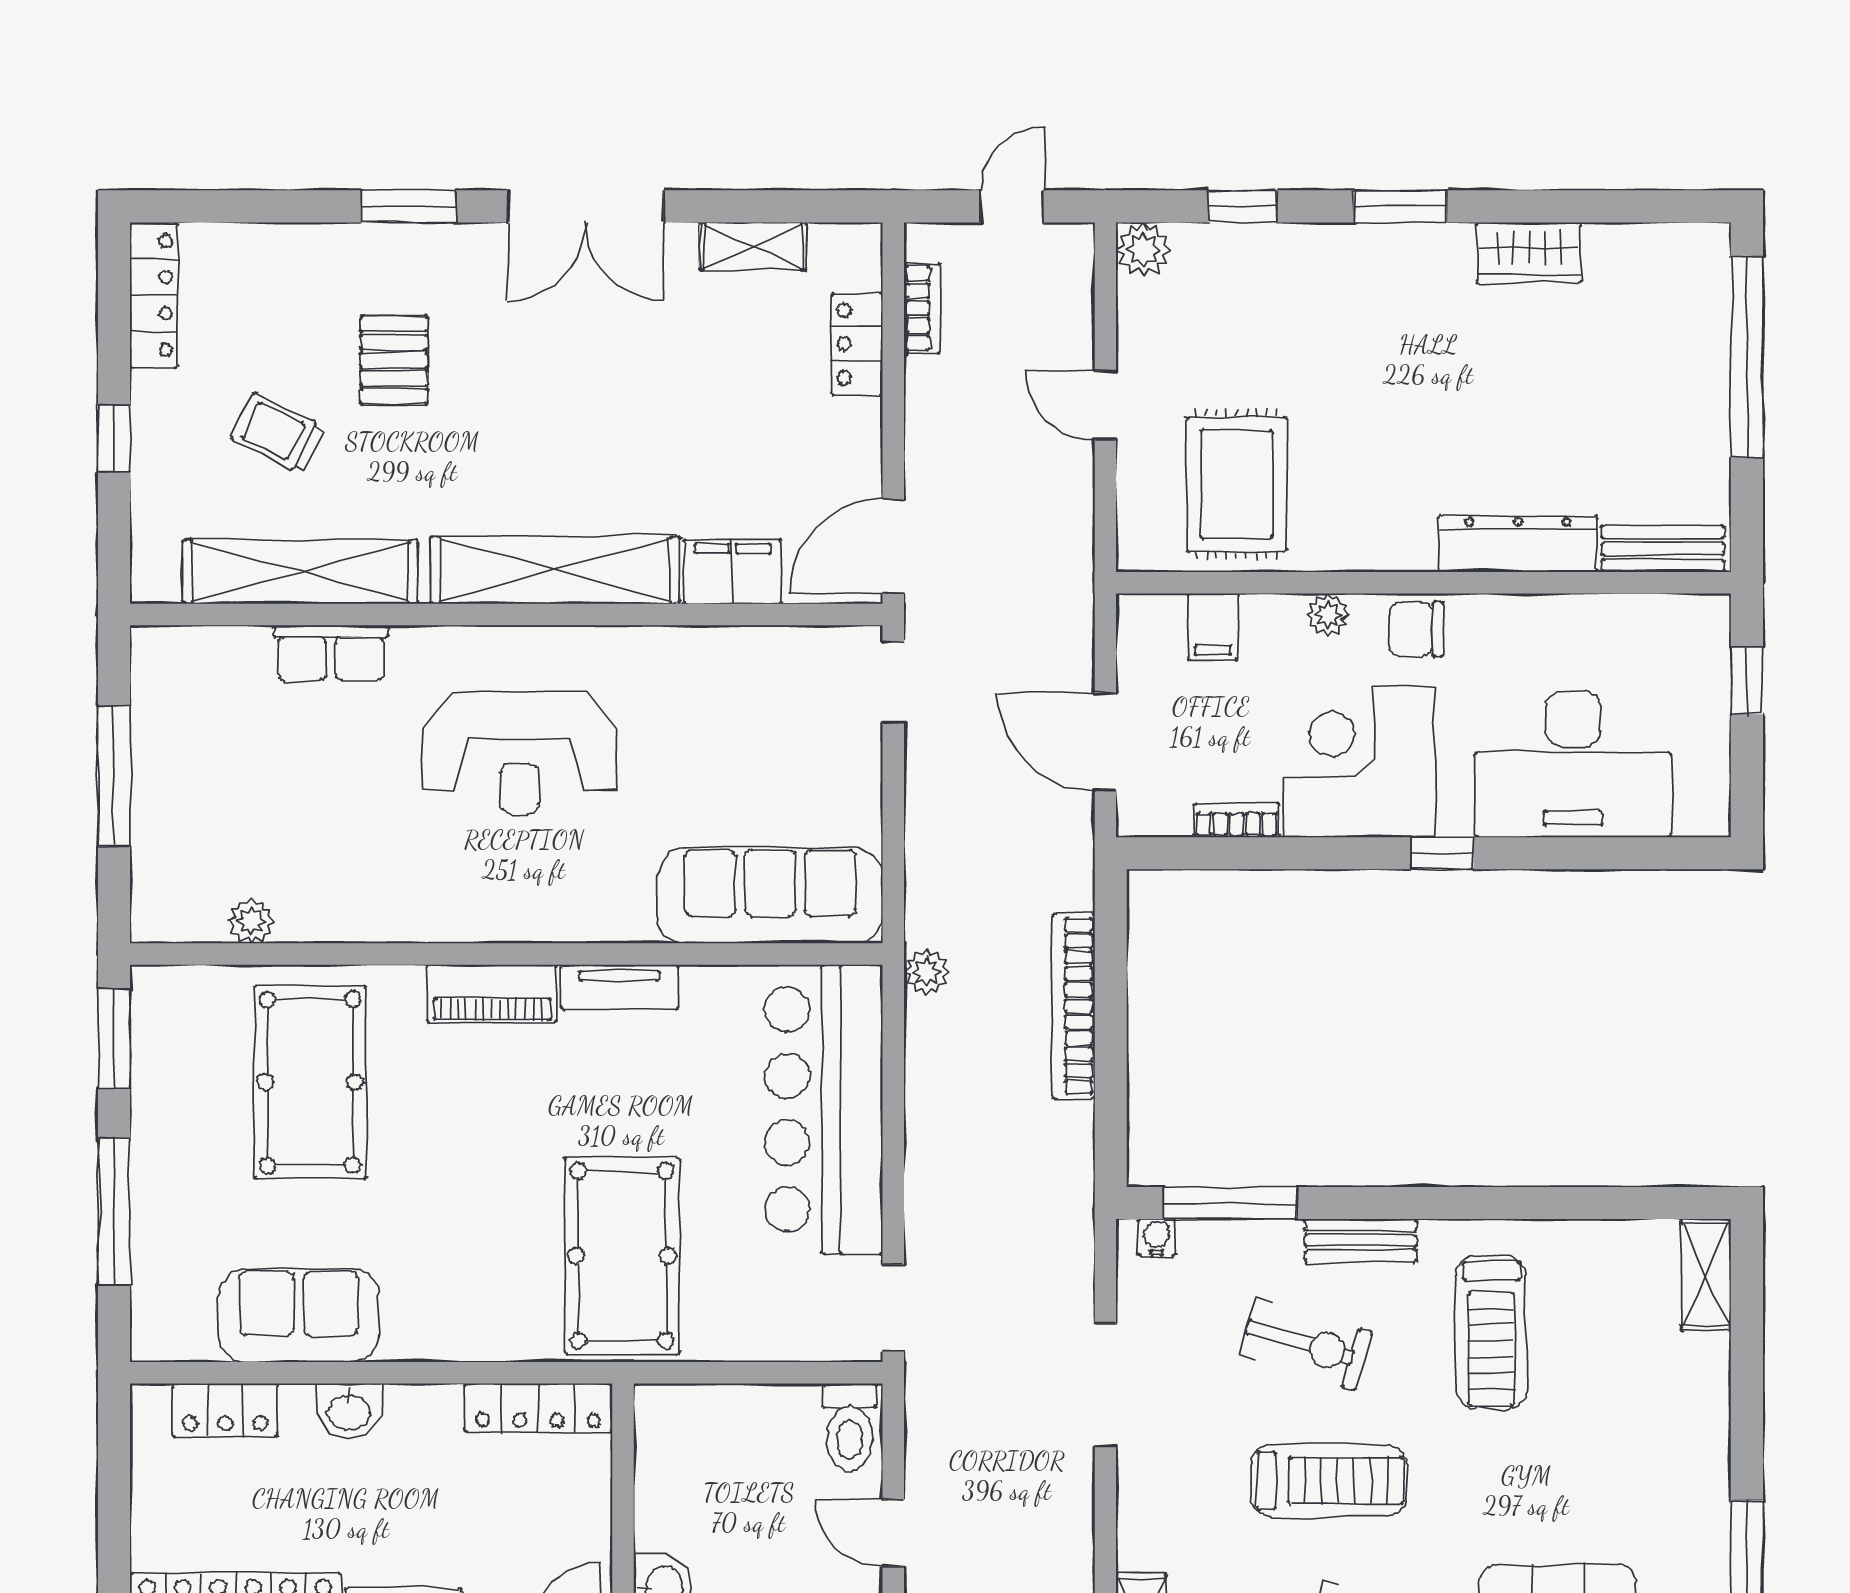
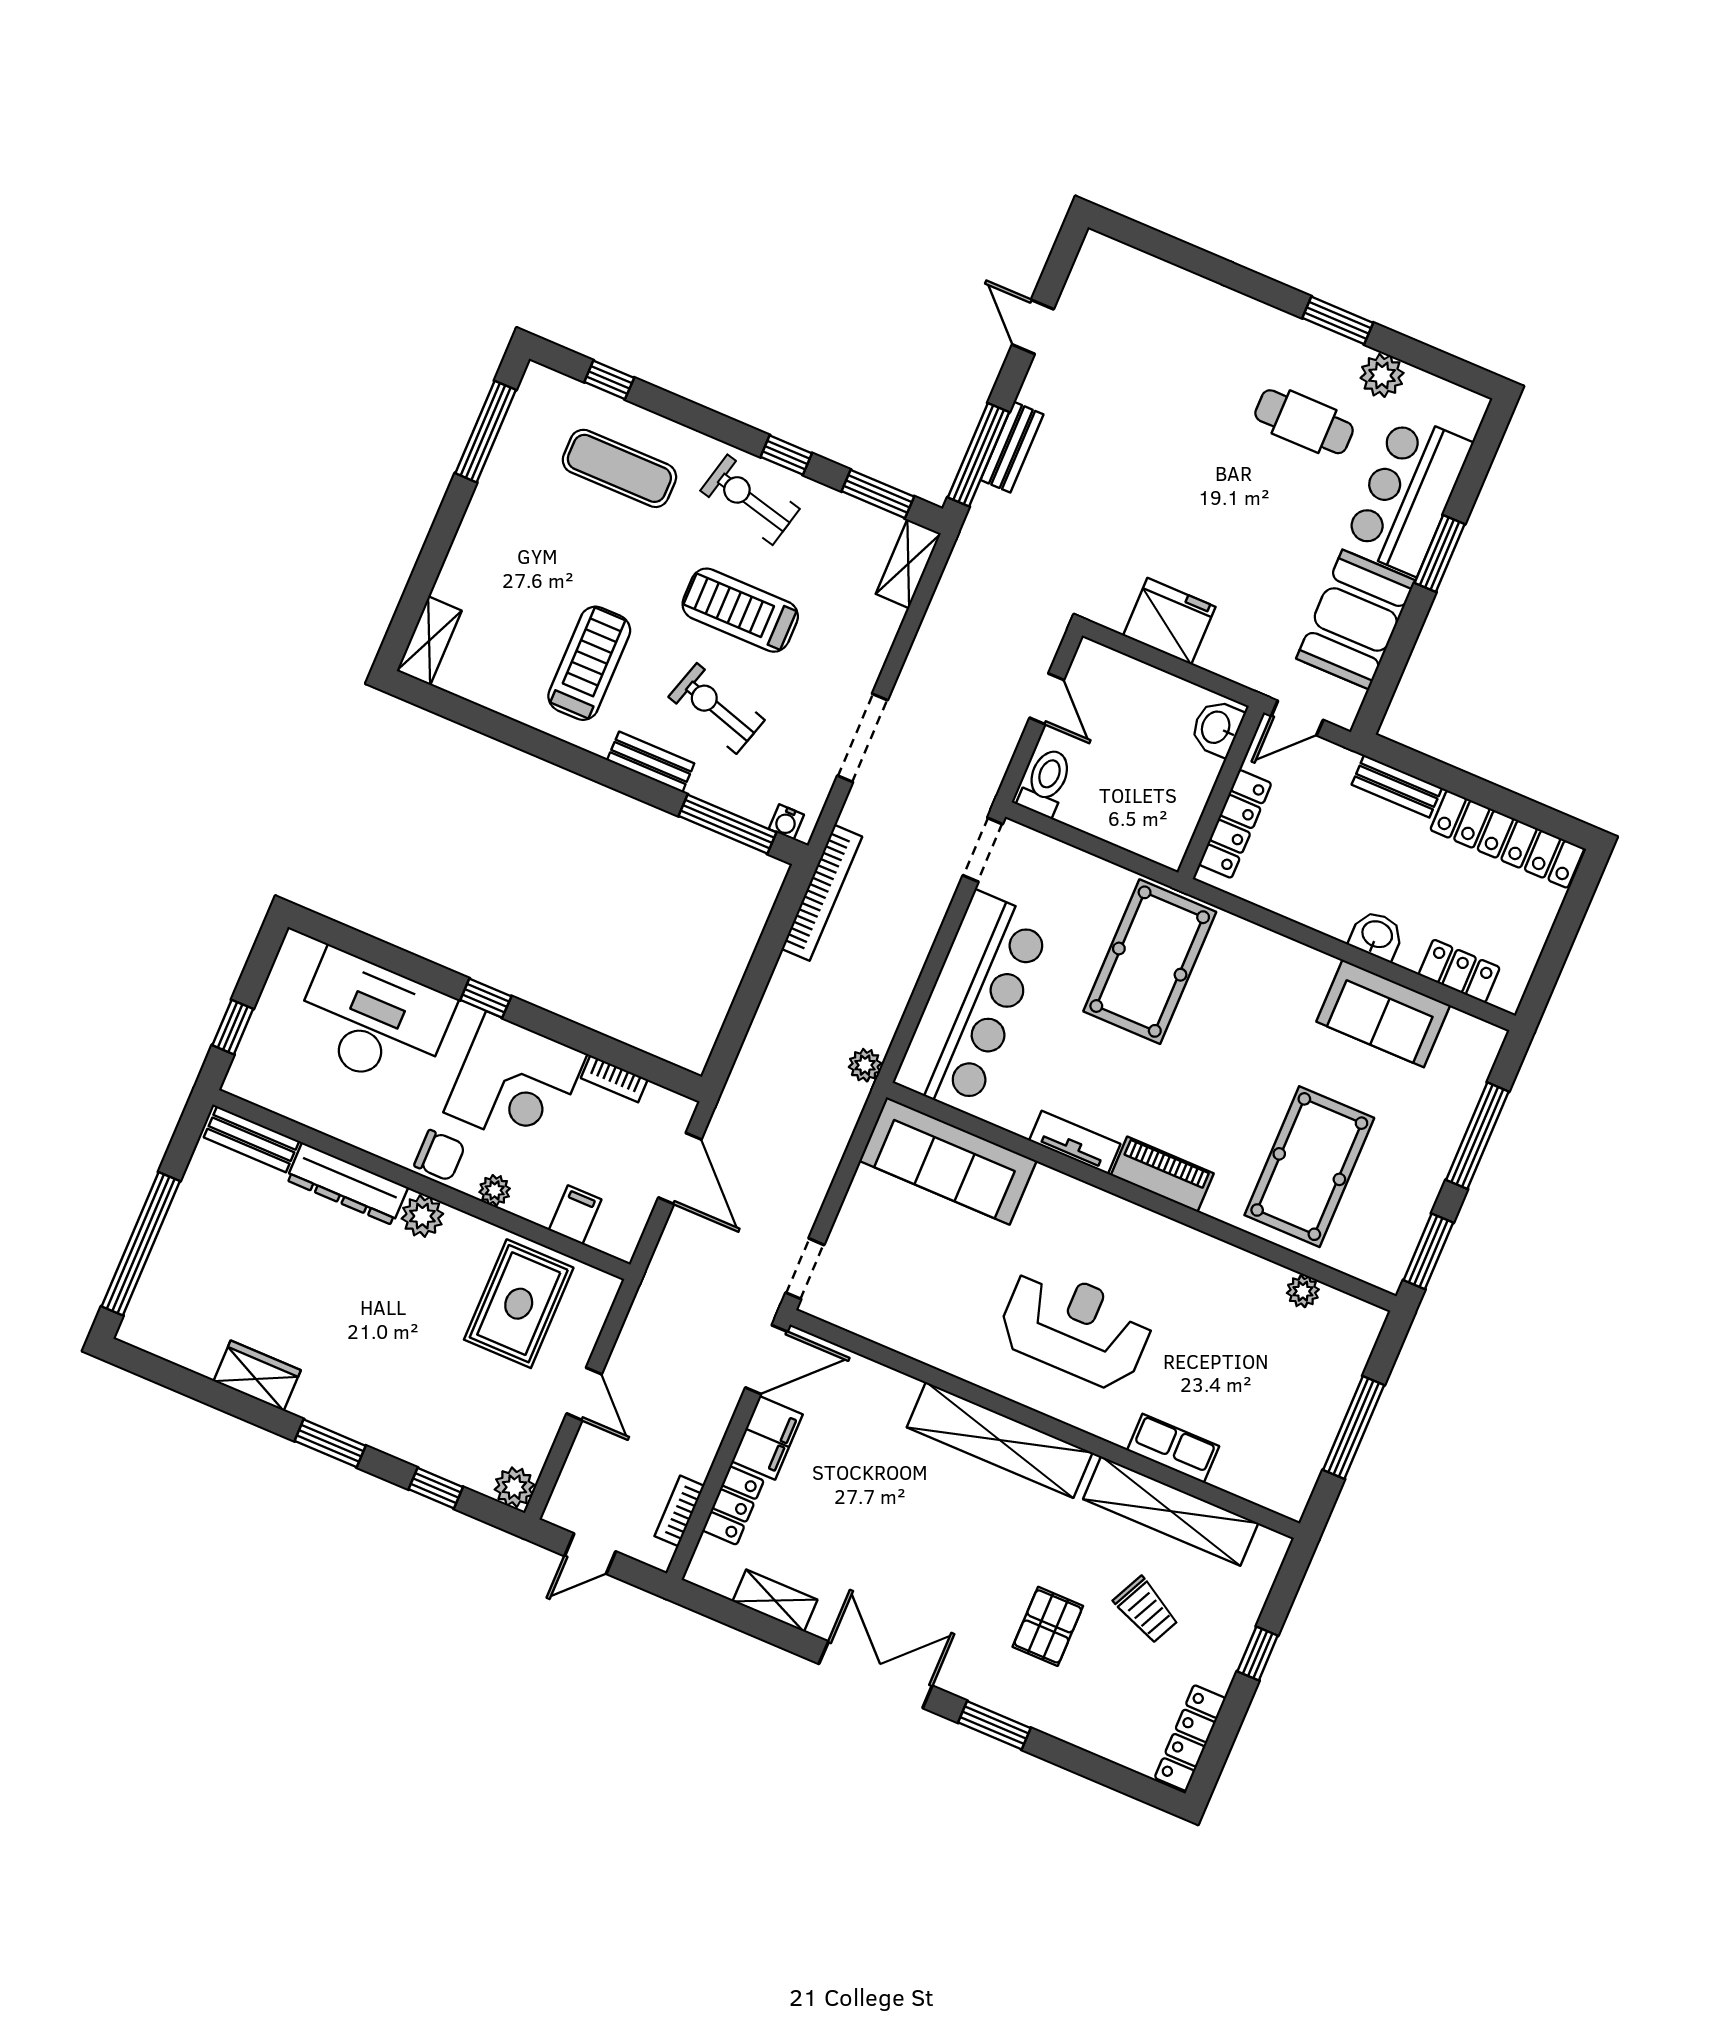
plant: (1405, 543) -> (422, 1216), added
filing cabinet: (733, 571) -> (767, 1438), moved, turned -90
bookcase: (1074, 1006) -> (822, 893), moved
locker: (538, 1408) -> (1235, 824), moved, turned 90

